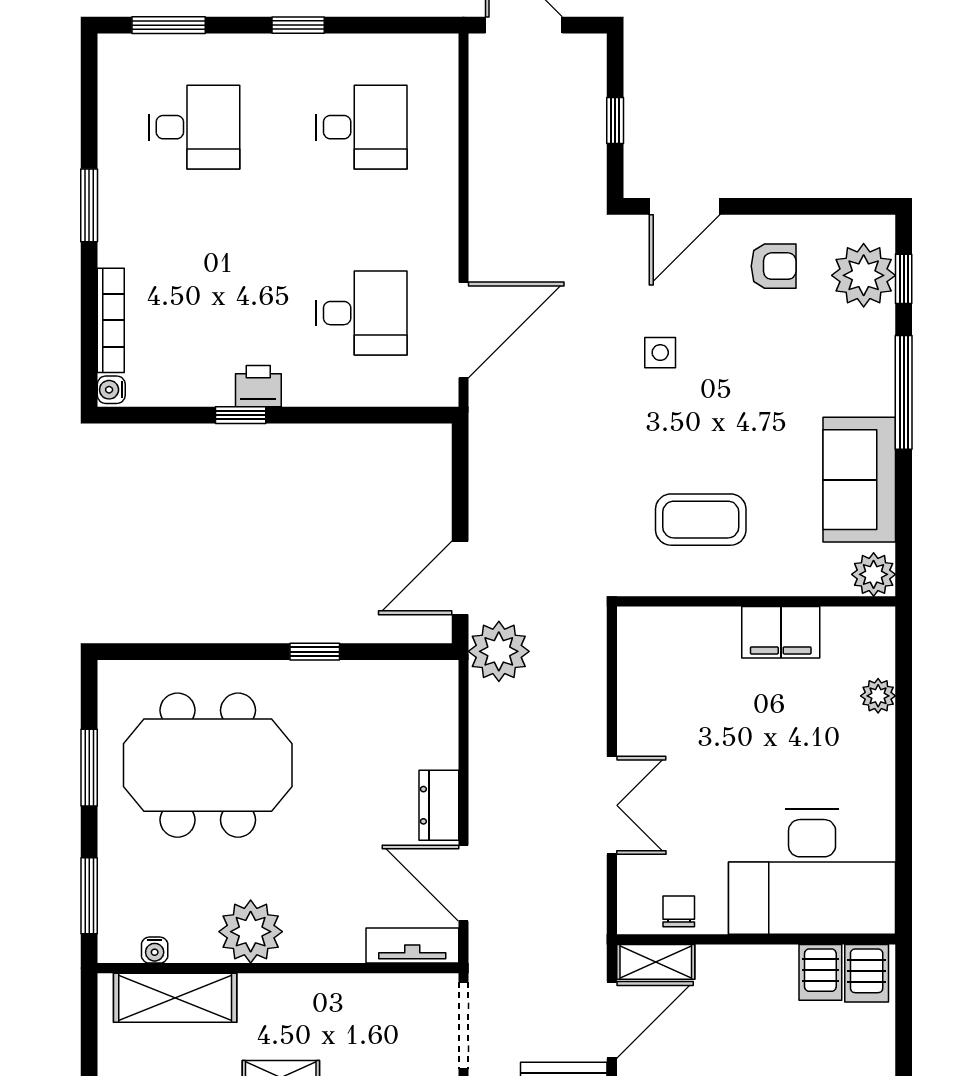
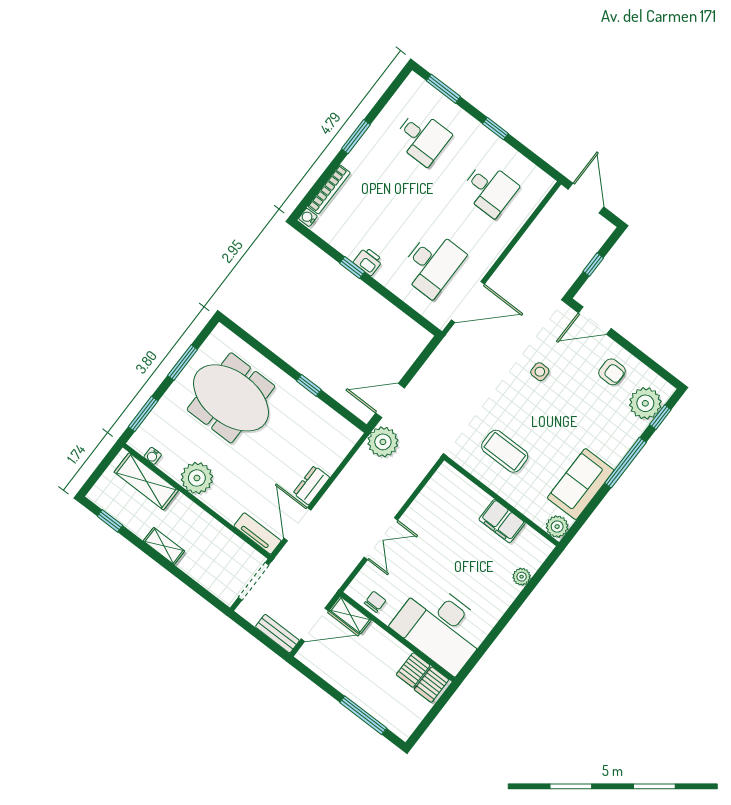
desk: (362, 313) -> (432, 264), width x1.37

